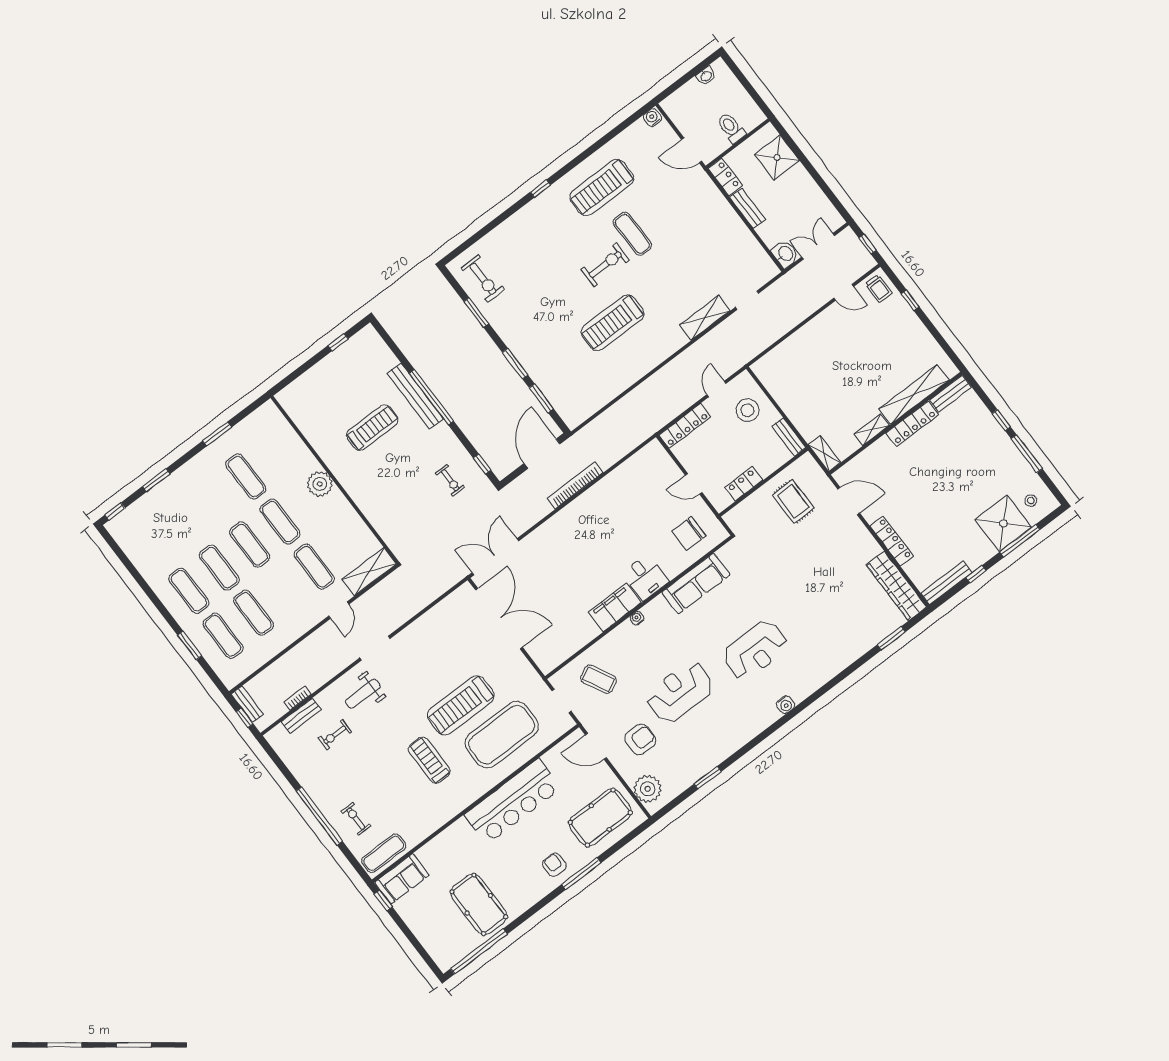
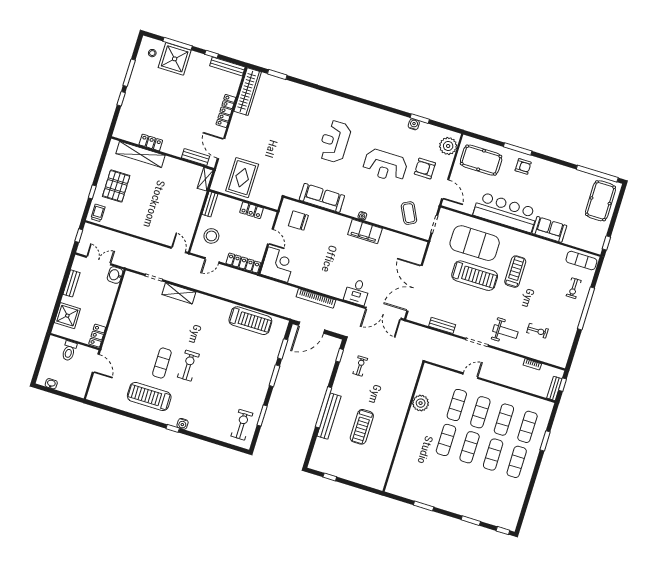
water cooler: (652, 118) -> (183, 424), moved
treadmill: (602, 188) -> (149, 397), turned 180
bench: (747, 208) -> (71, 283), moved
double door: (818, 246) -> (99, 261), swing flipped
exercise bike: (605, 265) -> (188, 366), turned 90
door: (844, 292) -> (178, 250), moved
treadmill: (613, 323) -> (250, 321), moved
pallet: (896, 335) -> (116, 186), added
bench: (950, 394) -> (196, 157), moved
locker: (912, 424) -> (151, 142), width x0.66
treadmill: (372, 428) -> (362, 427), turned -90
shelving: (872, 430) -> (175, 163), removed
corner desk: (652, 468) -> (278, 265), added
exercise mat: (246, 476) -> (480, 412), moved
plant: (320, 484) -> (421, 403), moved
rug: (793, 501) -> (242, 178), width x1.36, depth x1.43
chair: (689, 534) -> (298, 221), turned 180
shelving: (369, 572) -> (439, 374), removed
desk: (645, 577) -> (357, 292), moved, turned 180
reception desk: (755, 650) -> (335, 142), turned -90
water cooler: (785, 705) -> (414, 124), moved
bench: (301, 716) -> (442, 325), moved
treadmill: (429, 760) -> (515, 272), turned 180
armchair: (554, 865) -> (523, 166), turned -90
sofa: (402, 879) -> (549, 229), moved
pool table: (479, 904) -> (600, 201), moved

